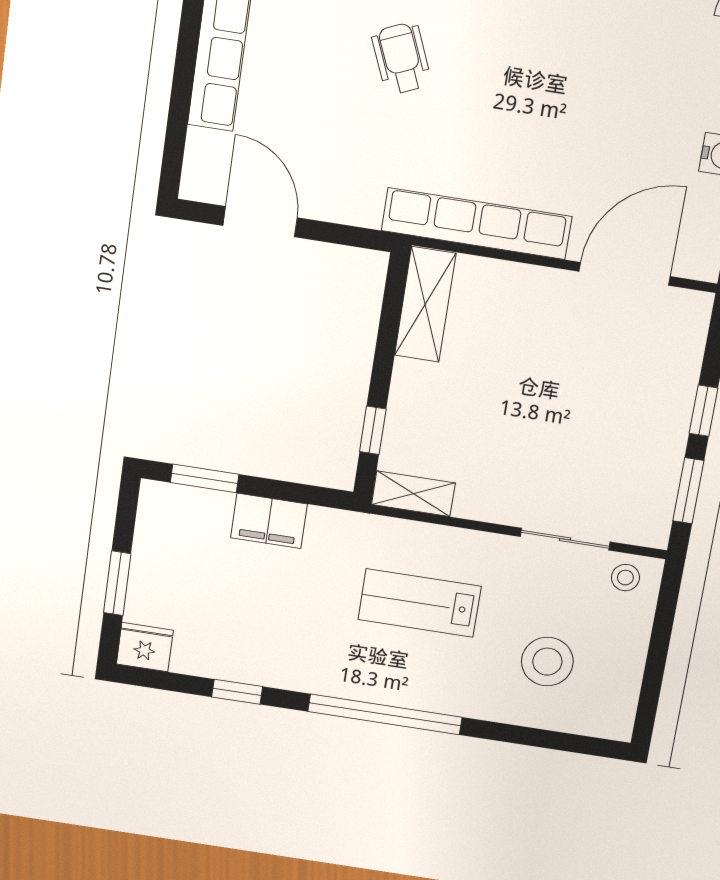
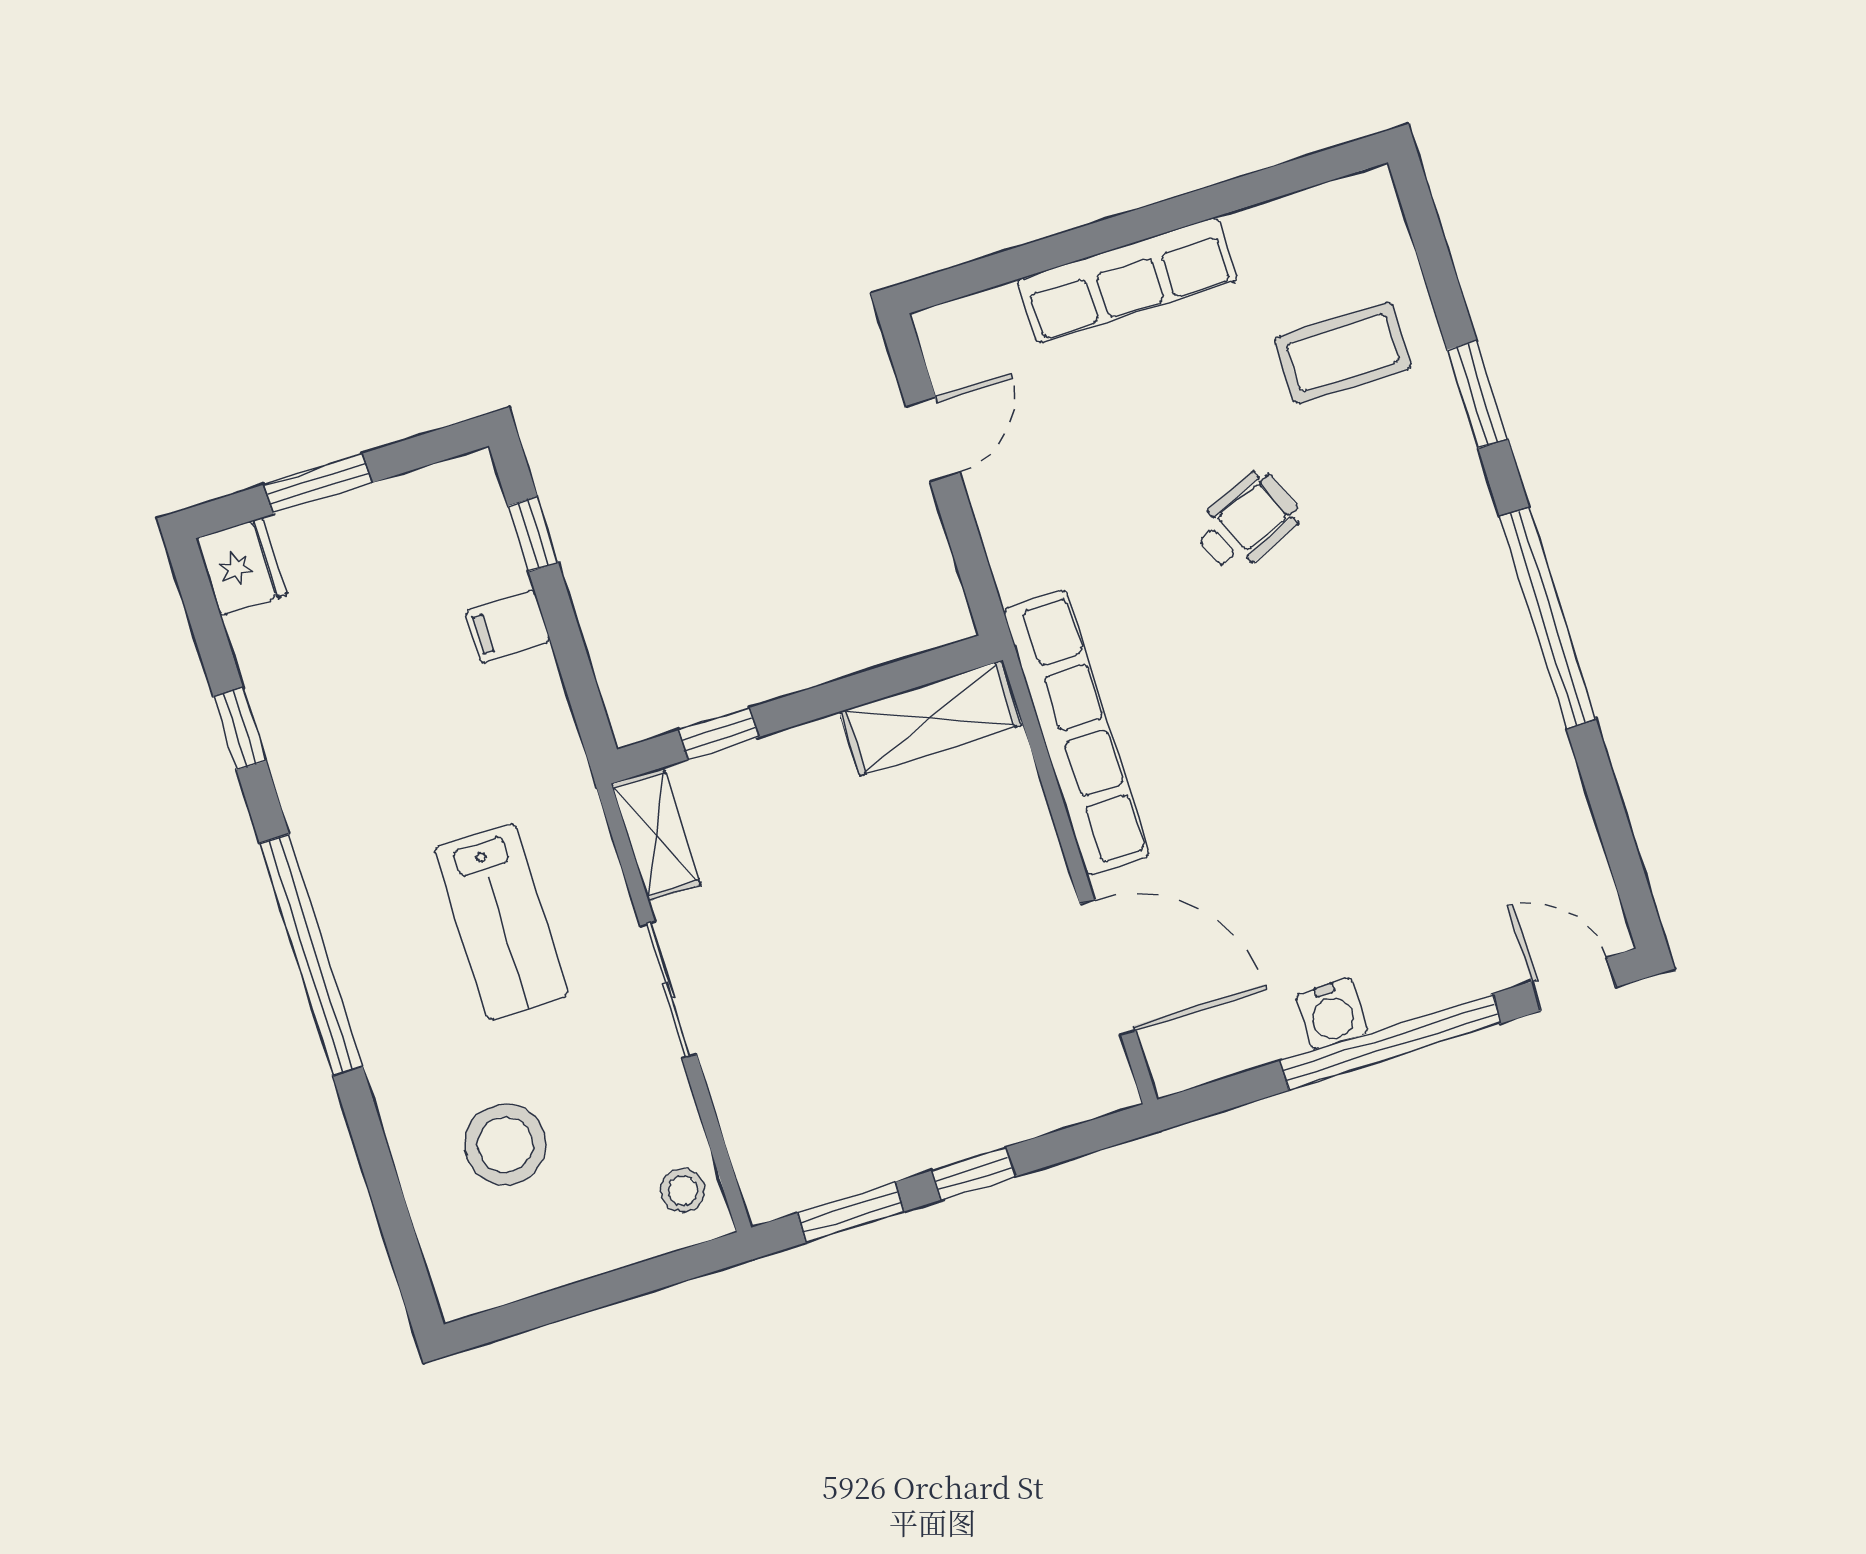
door: (260, 222) -> (933, 439), width x0.73
window: (205, 478) -> (533, 534), width x0.67
filing cabinet: (269, 521) -> (508, 627), width x0.50
sliding door: (565, 539) -> (668, 990), moved
lab bench: (420, 603) -> (501, 922), turned 180

